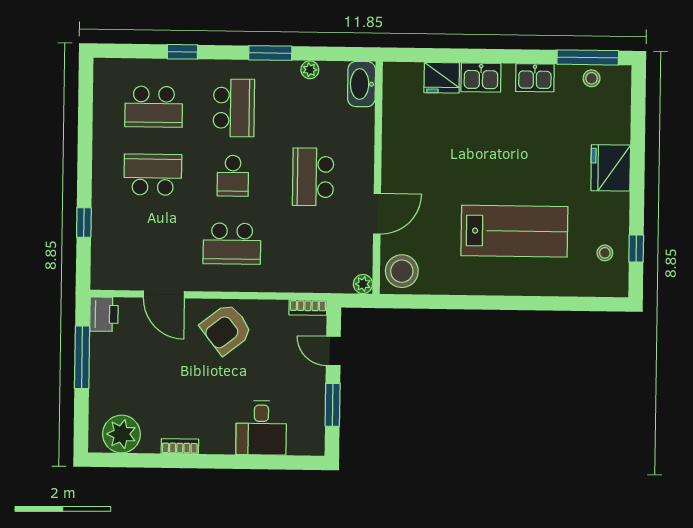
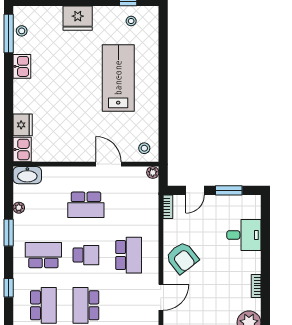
kitchen sink: (481, 78) -> (22, 150), moved
stool: (402, 271) -> (144, 148), width x0.53, depth x0.53

